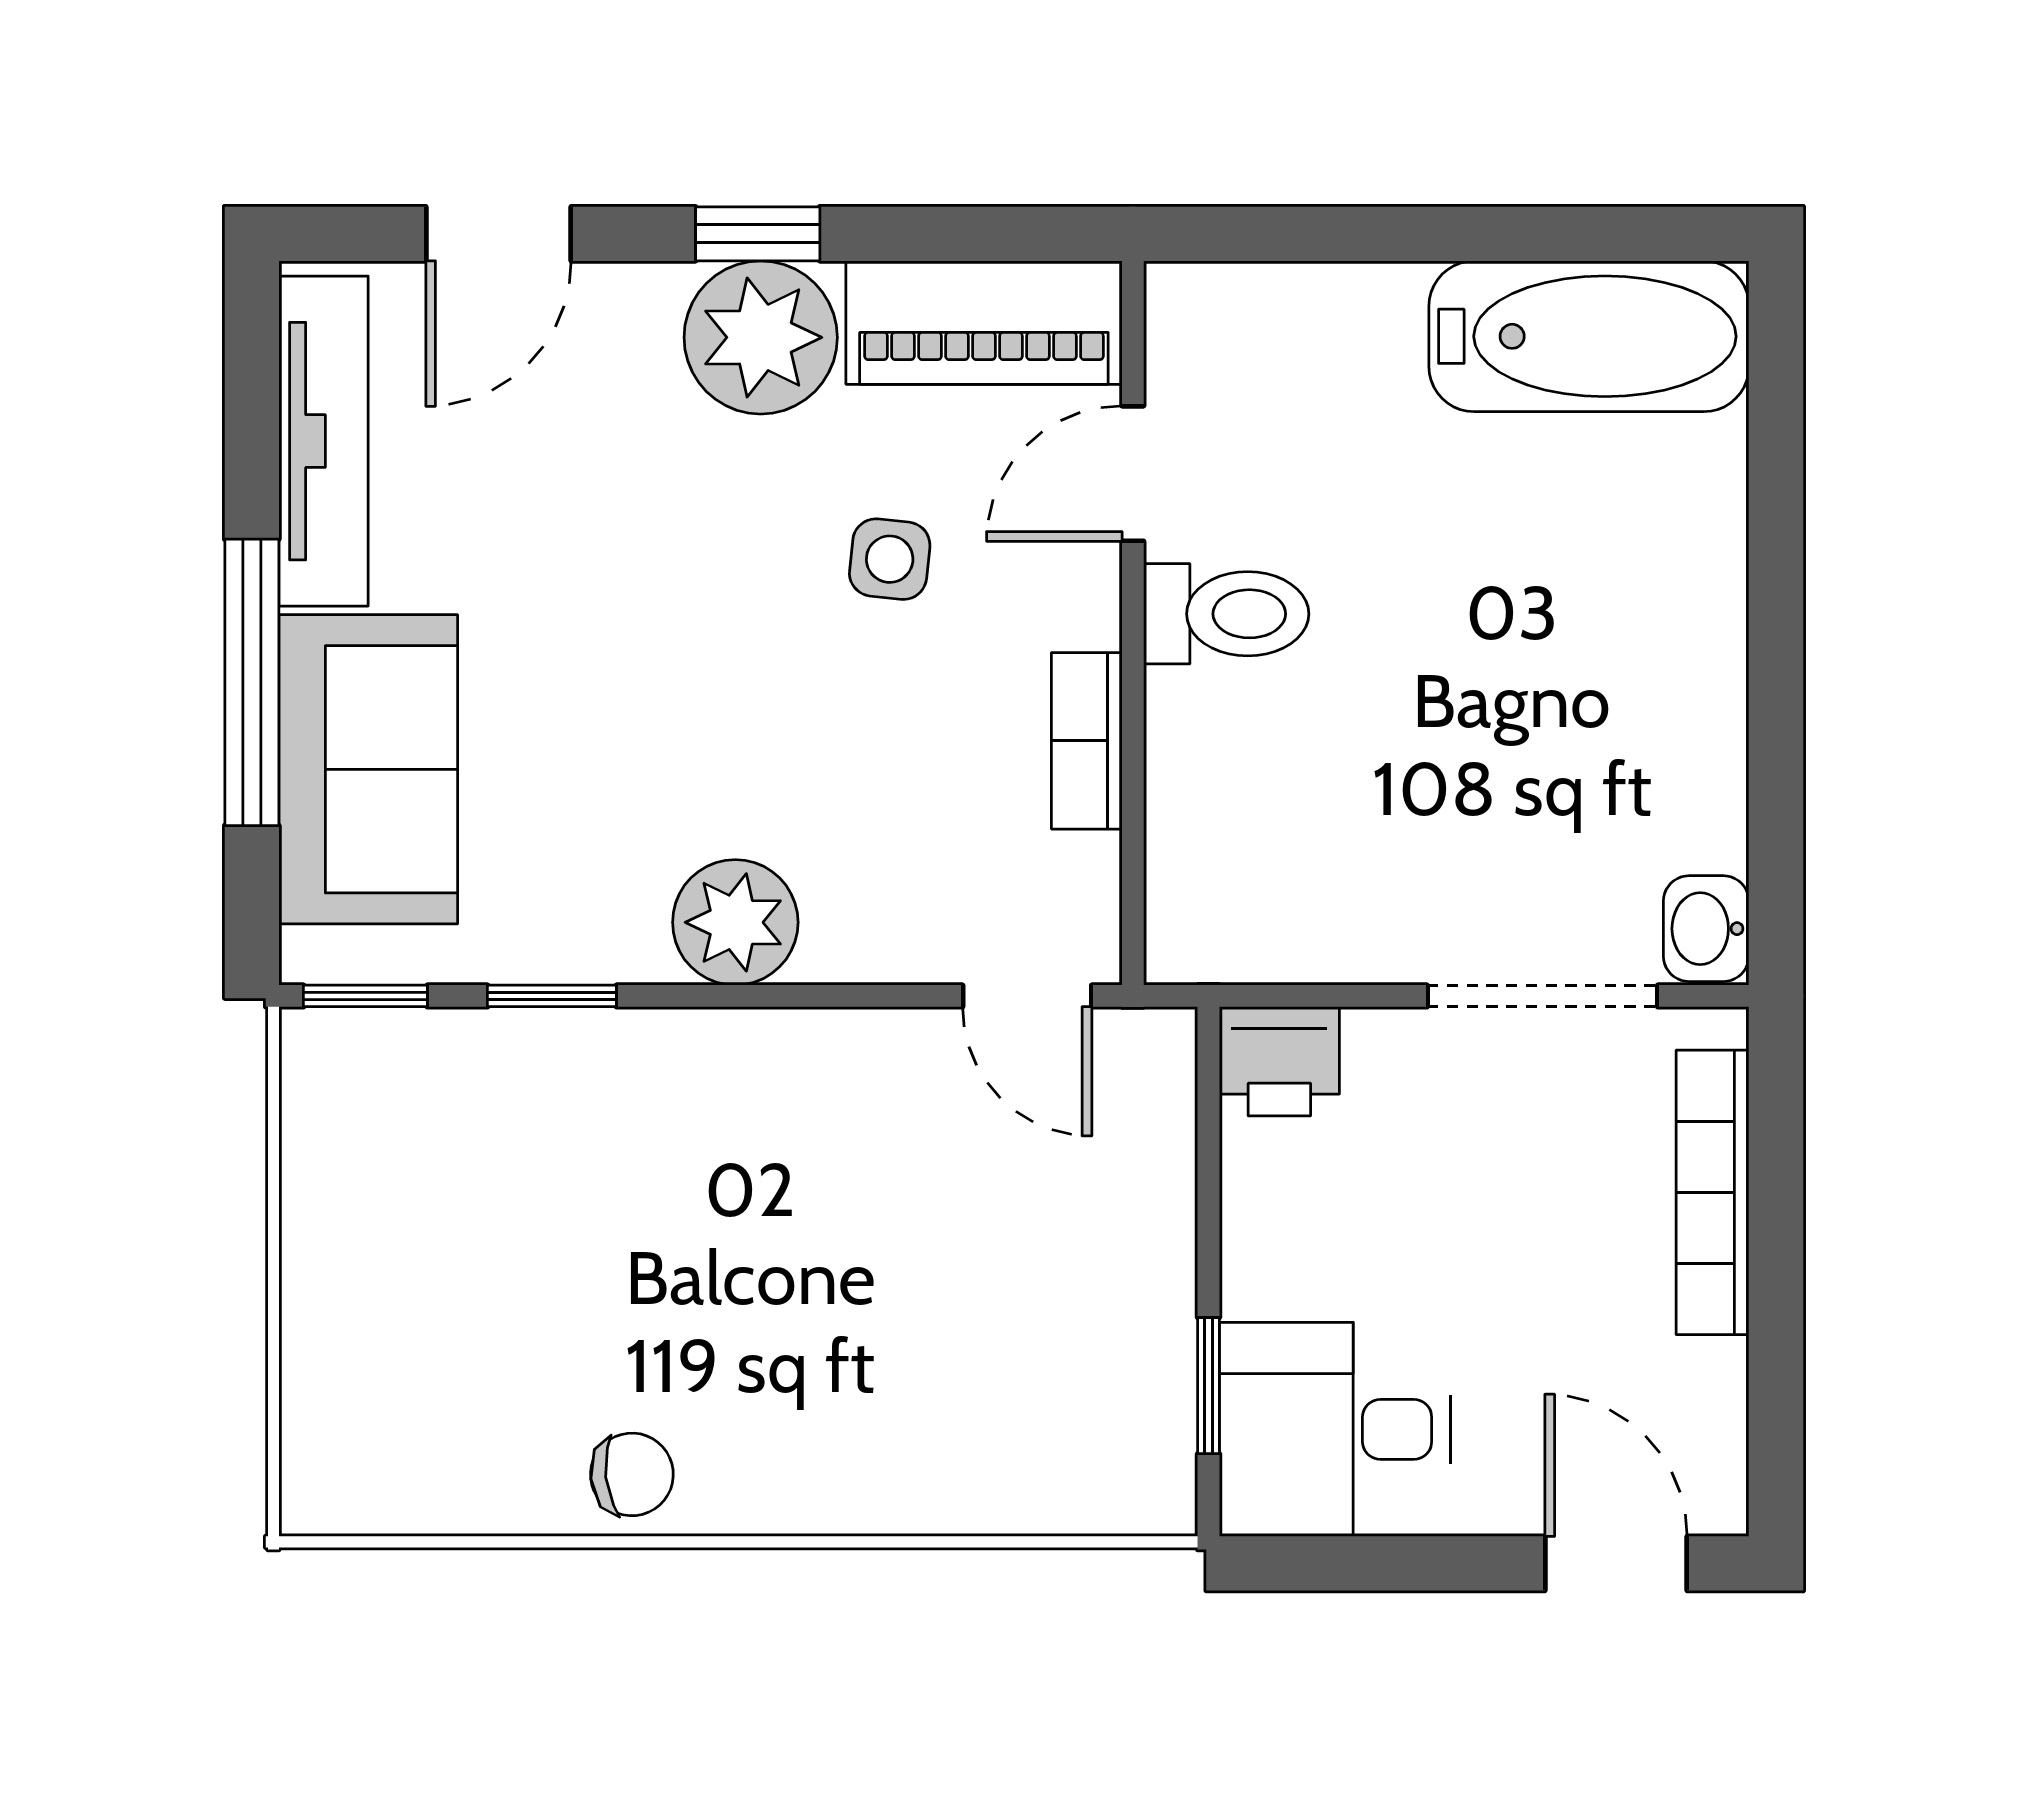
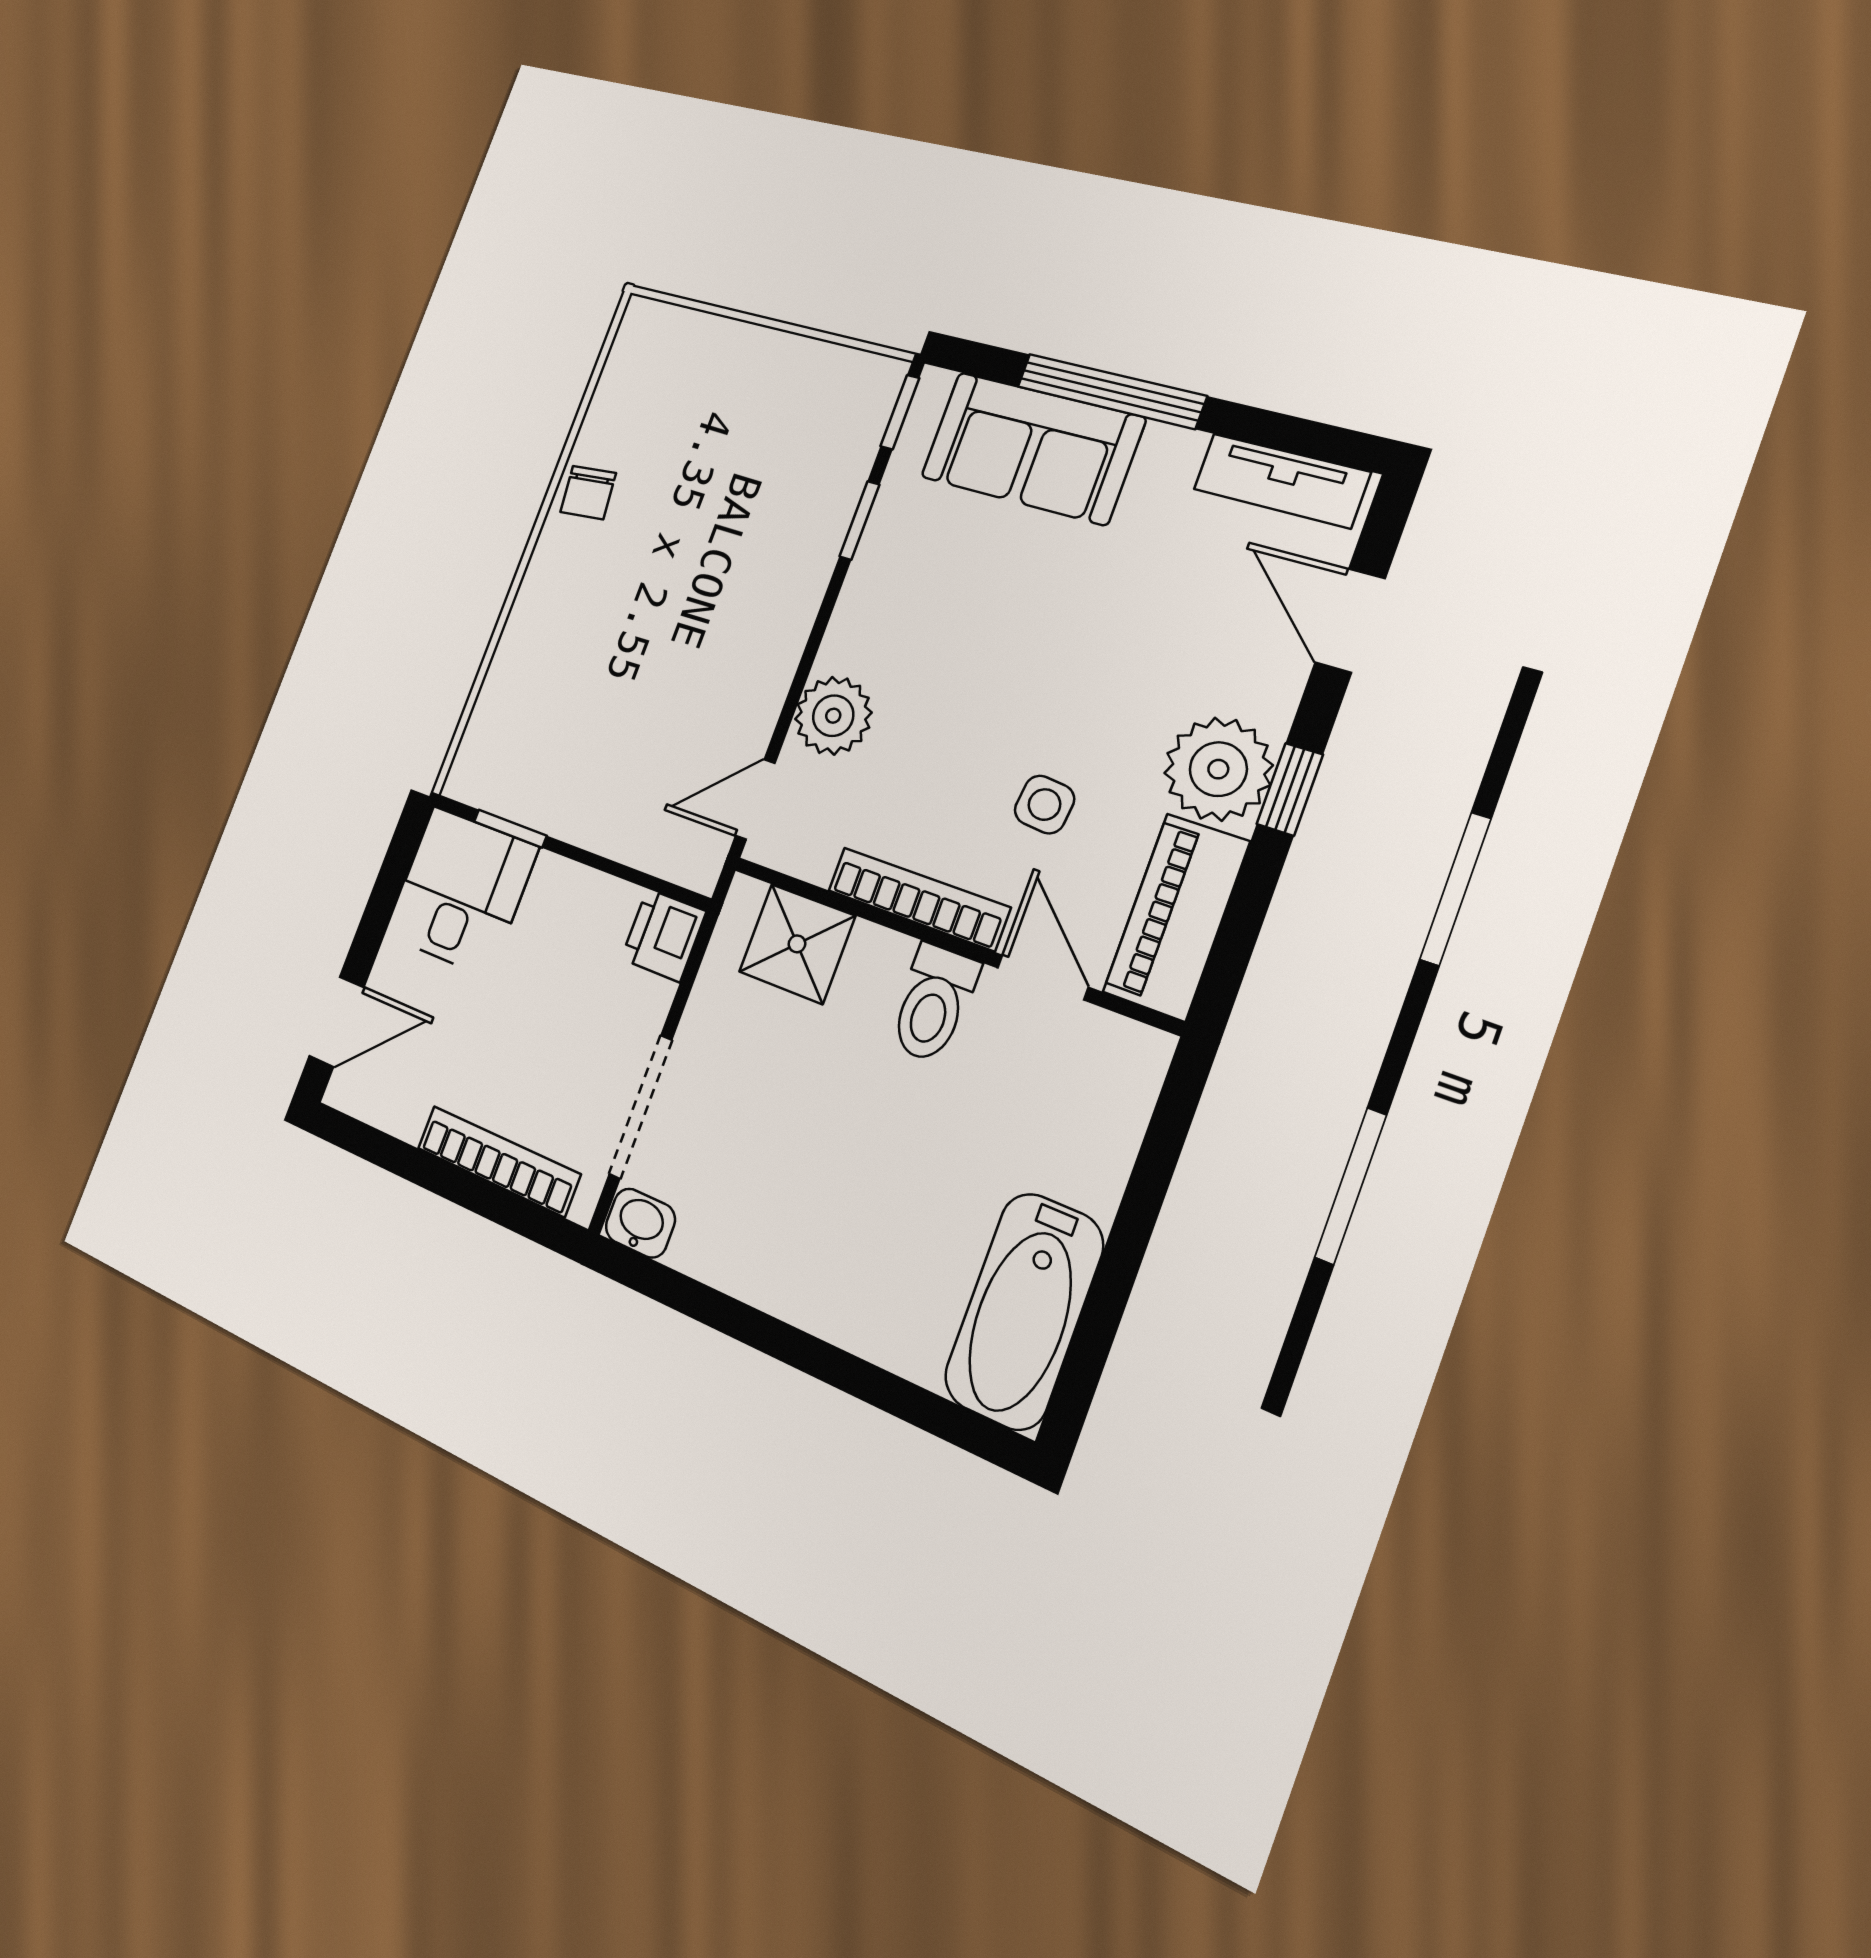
tv unit: (324, 441) -> (1281, 481), width x0.71
bookcase: (1087, 741) -> (918, 899), width x1.56
shower: (1216, 848) -> (797, 944), added
plant: (735, 922) -> (833, 716), moved

